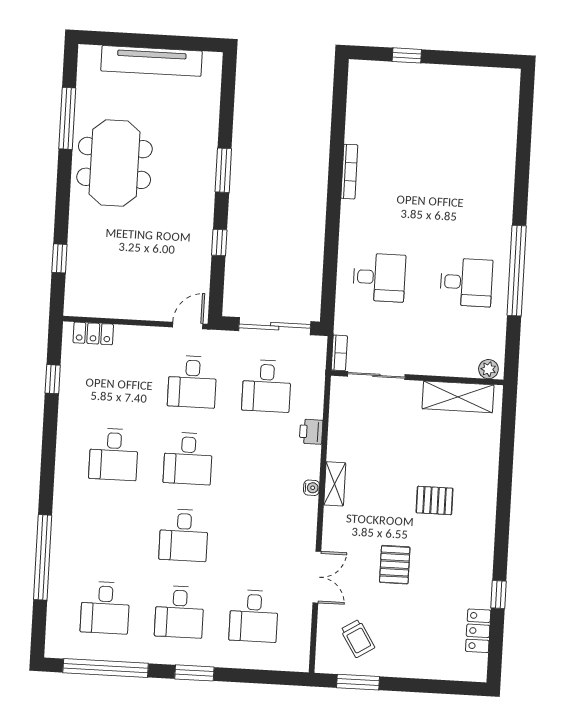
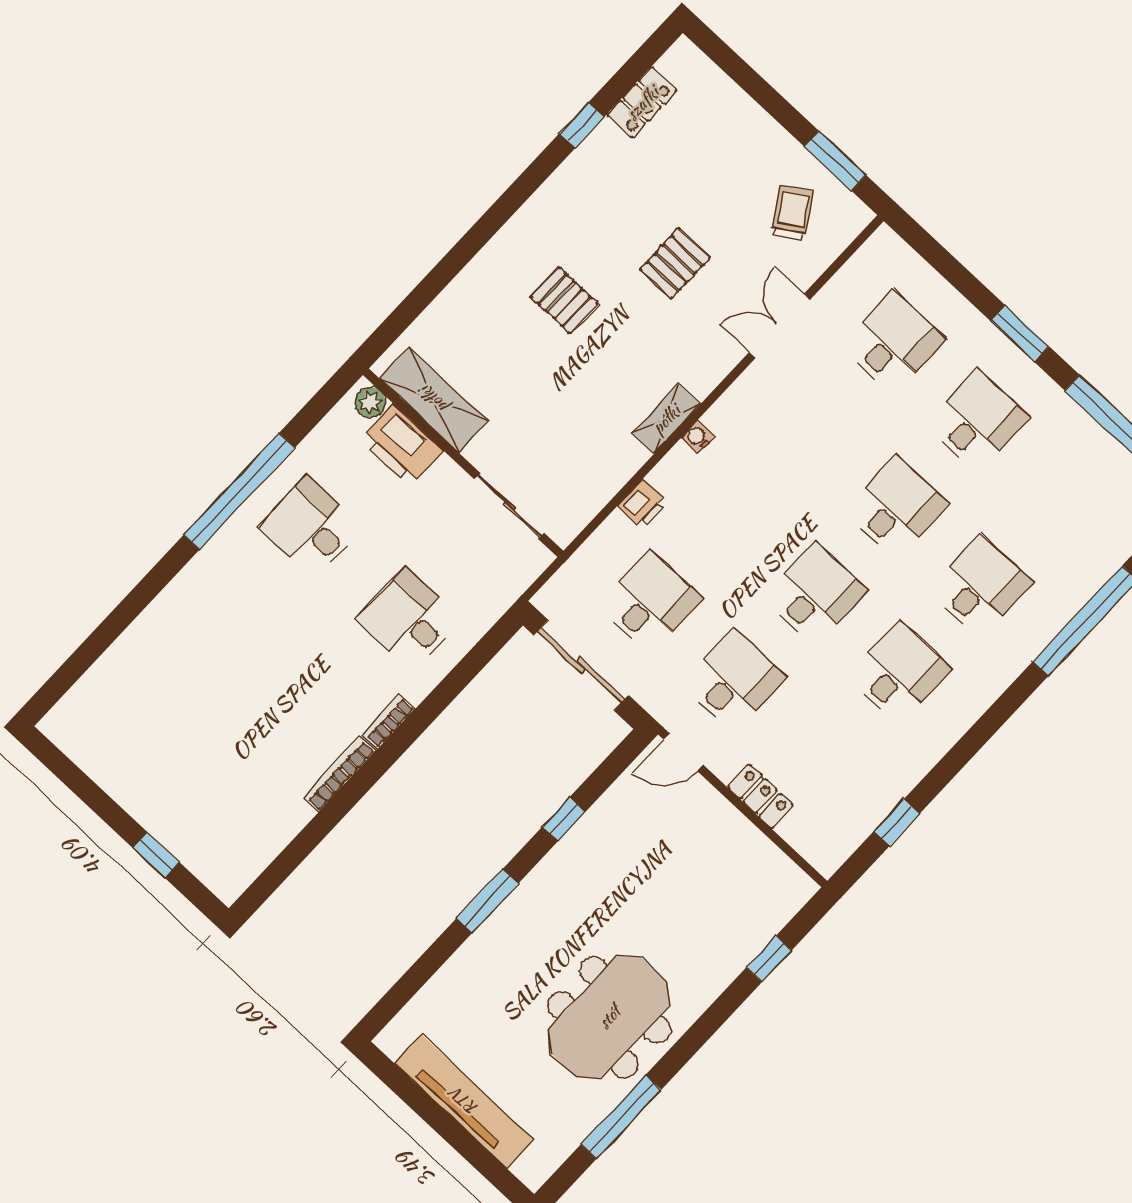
locker: (93, 333) -> (760, 796), moved
bookcase: (339, 353) -> (389, 722), moved
printer: (455, 361) -> (402, 445), added
desk: (105, 608) -> (980, 586), moved

